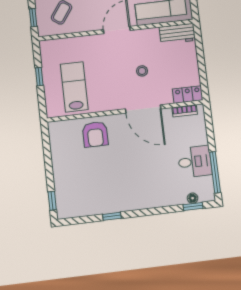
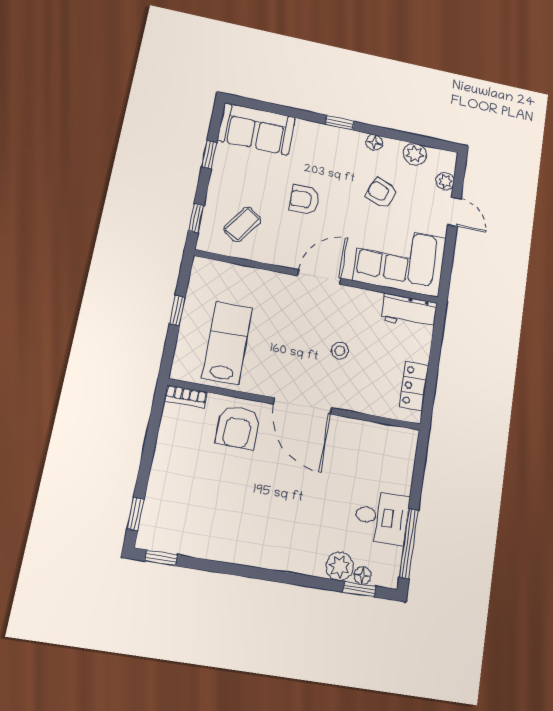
locker: (188, 95) -> (414, 386), moved, turned -90
door: (143, 109) -> (302, 406), moved
bookcase: (185, 111) -> (186, 396), moved
plant: (178, 197) -> (340, 566), added
window: (112, 216) -> (161, 558), moved

